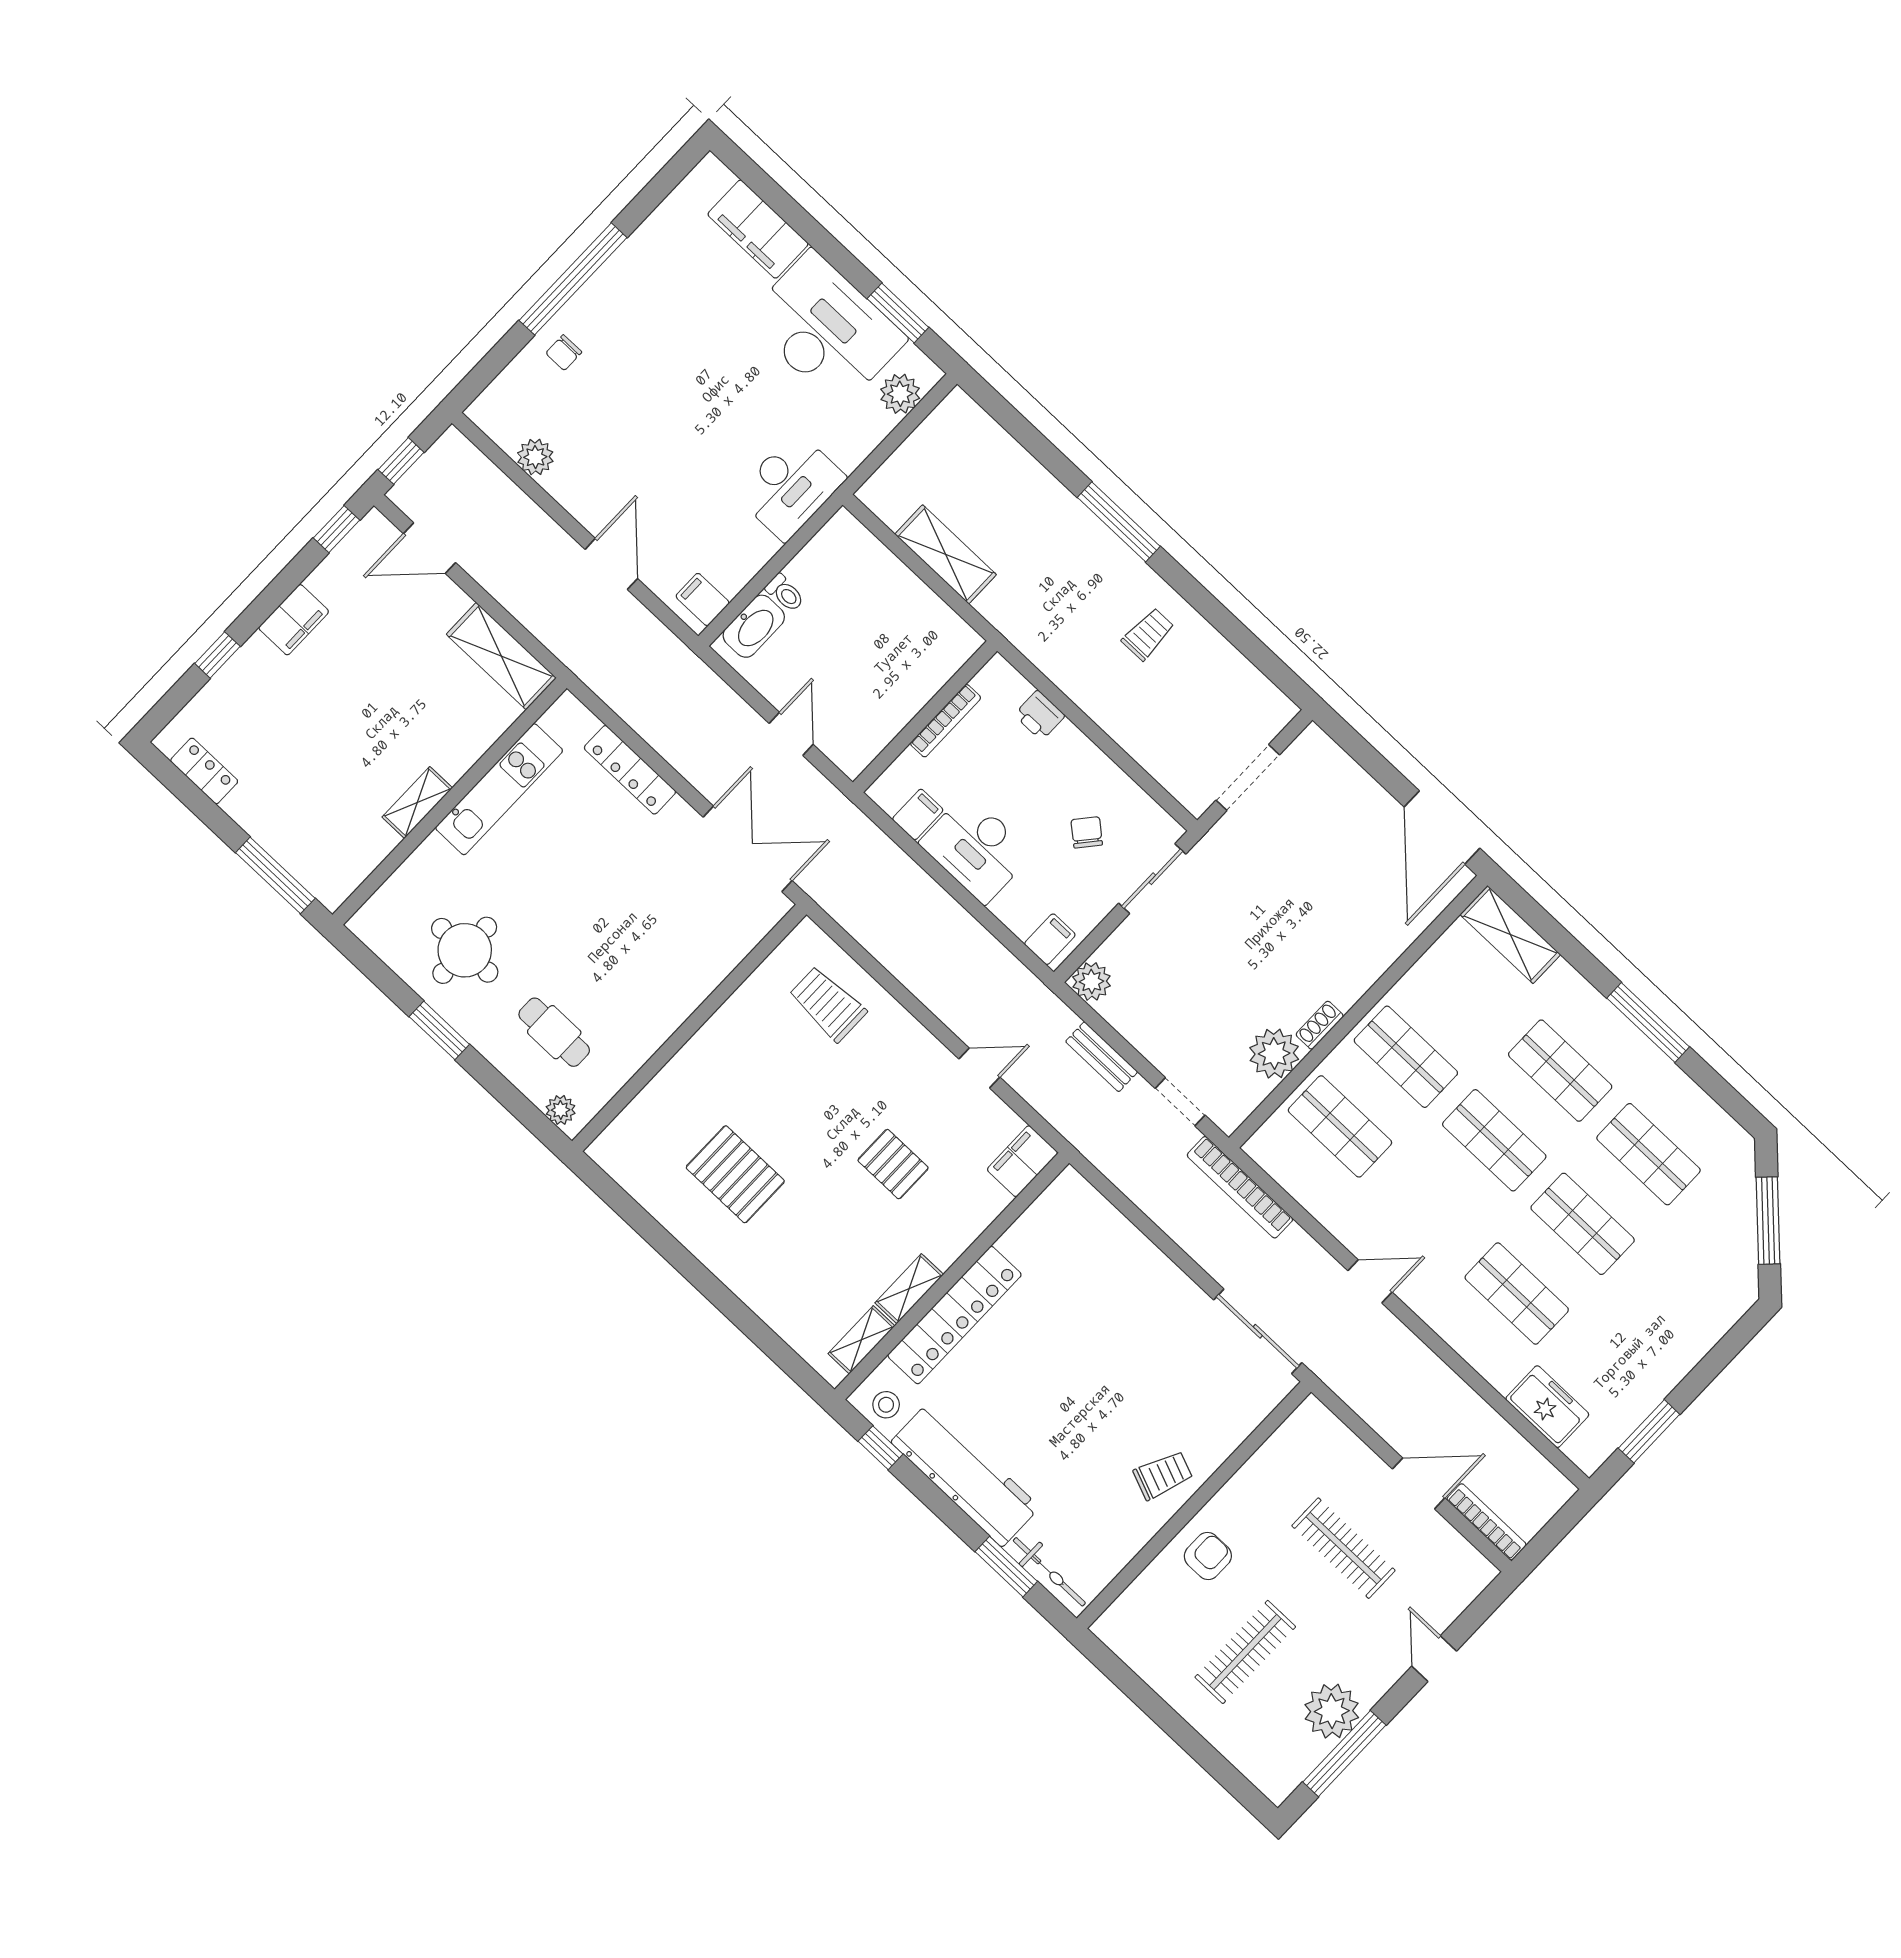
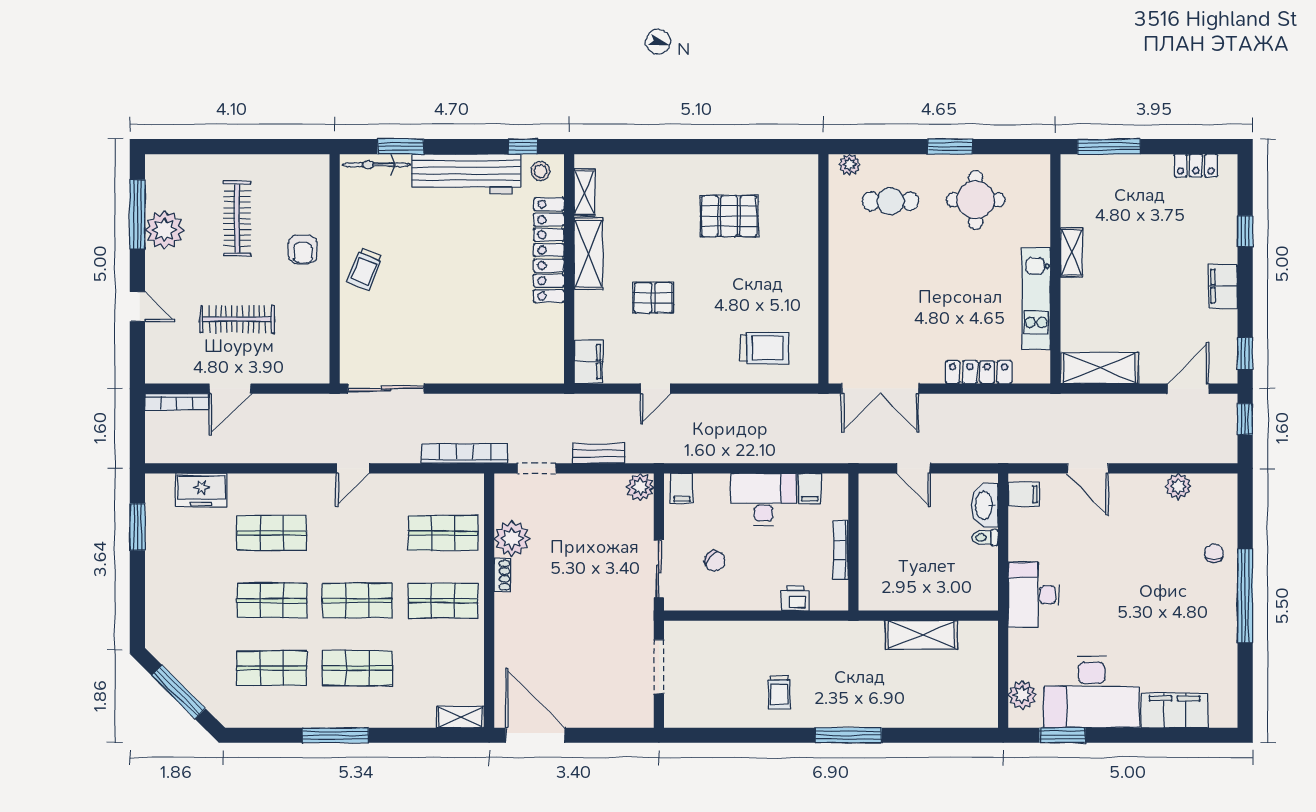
shelving: (1510, 935) -> (461, 717), width x0.67, depth x0.75
shelving: (909, 1289) -> (588, 254), width x1.50, depth x1.33

